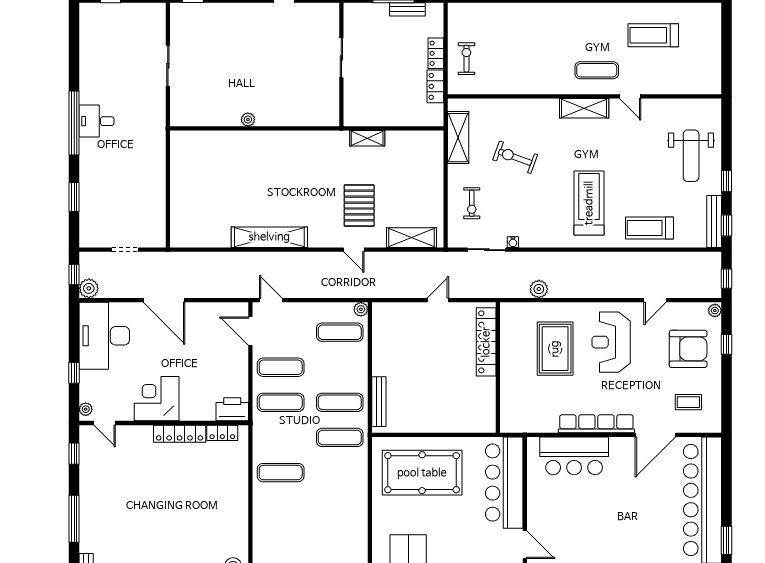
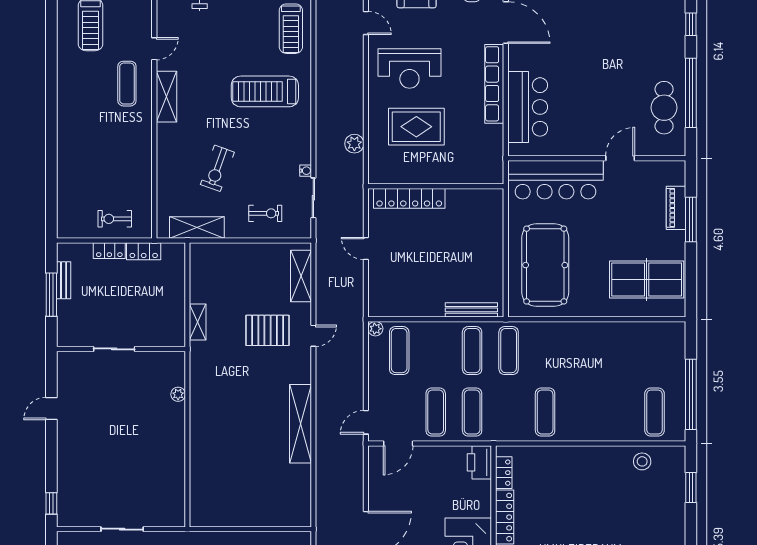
plant: (248, 119) -> (178, 394), moved

